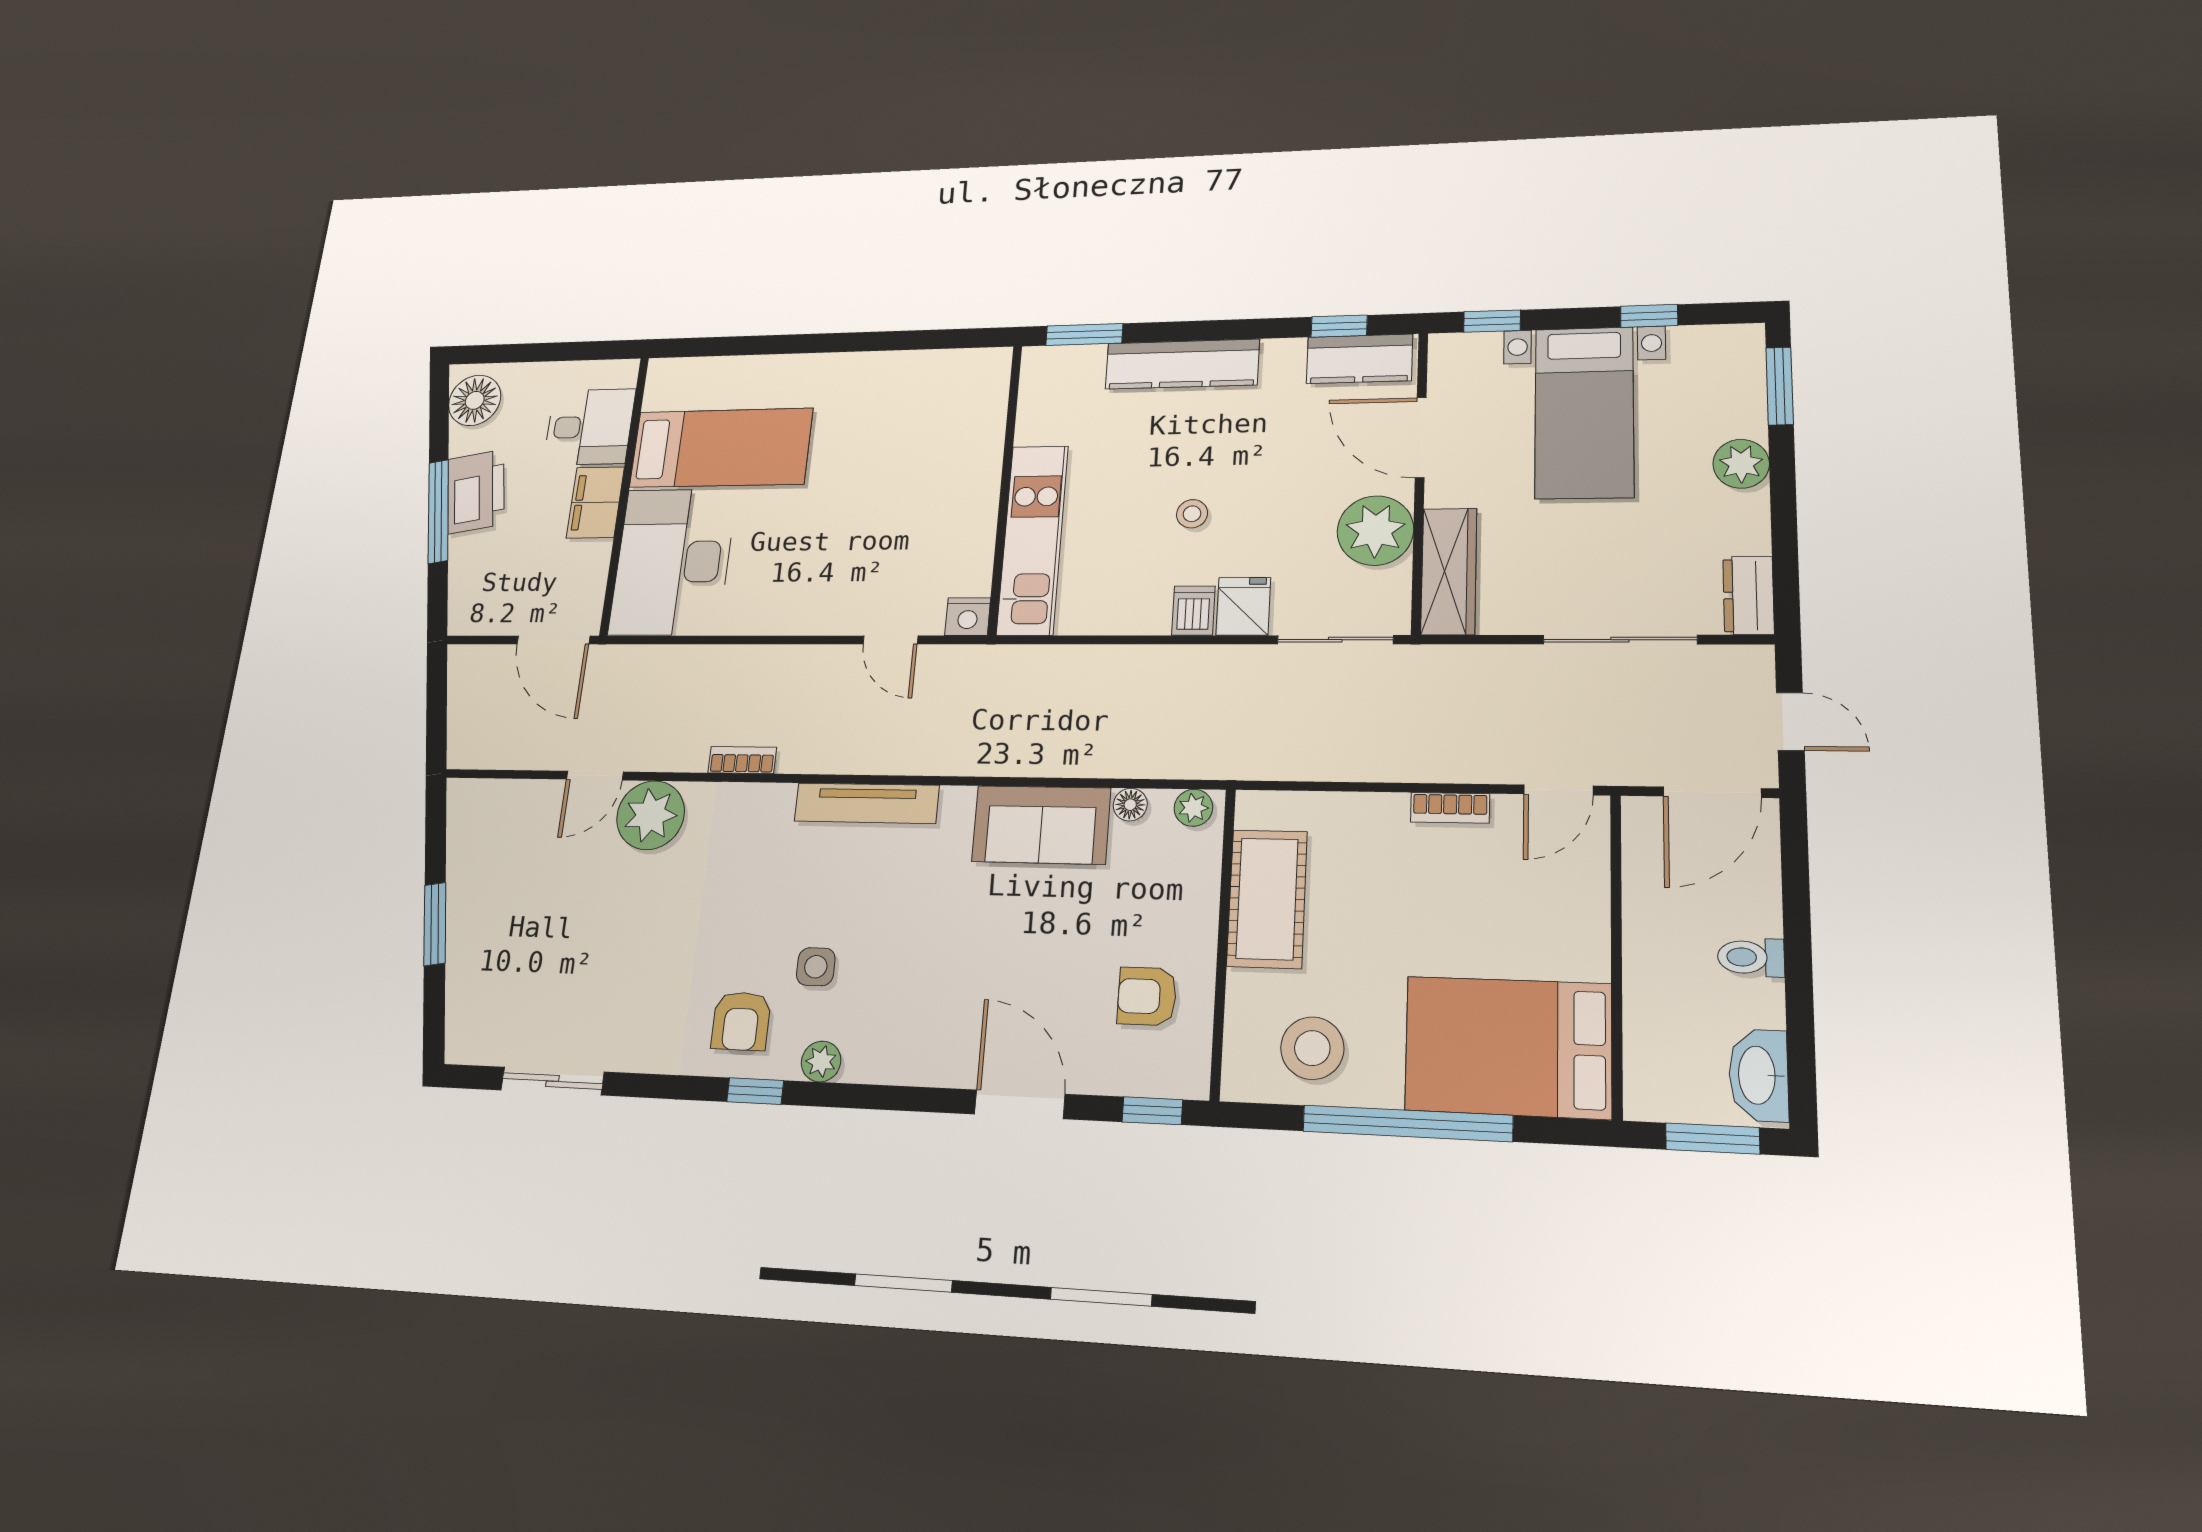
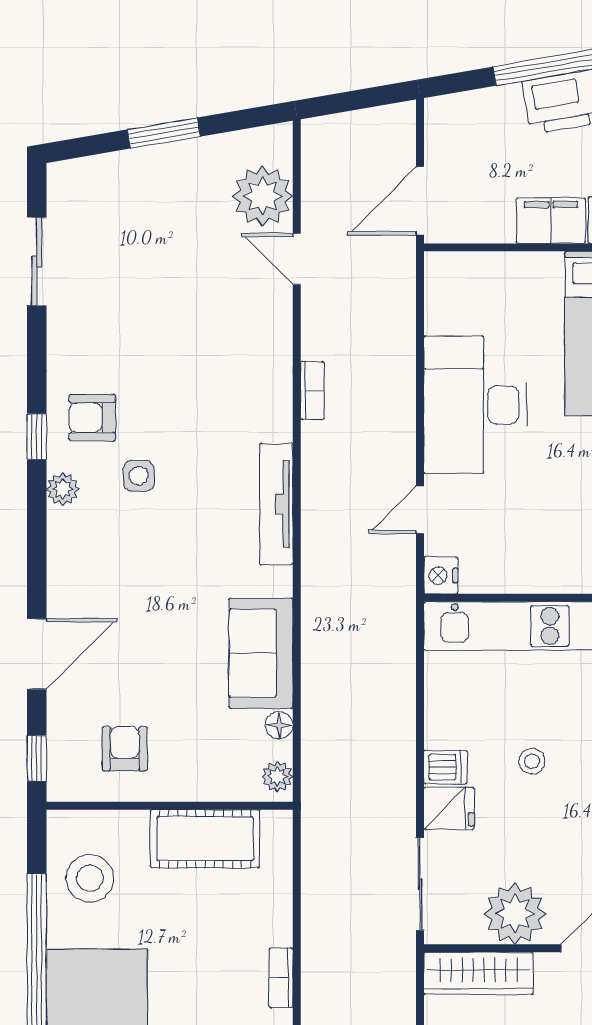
desk: (673, 562) -> (475, 405), moved, turned -90
plant: (651, 815) -> (263, 196), moved

